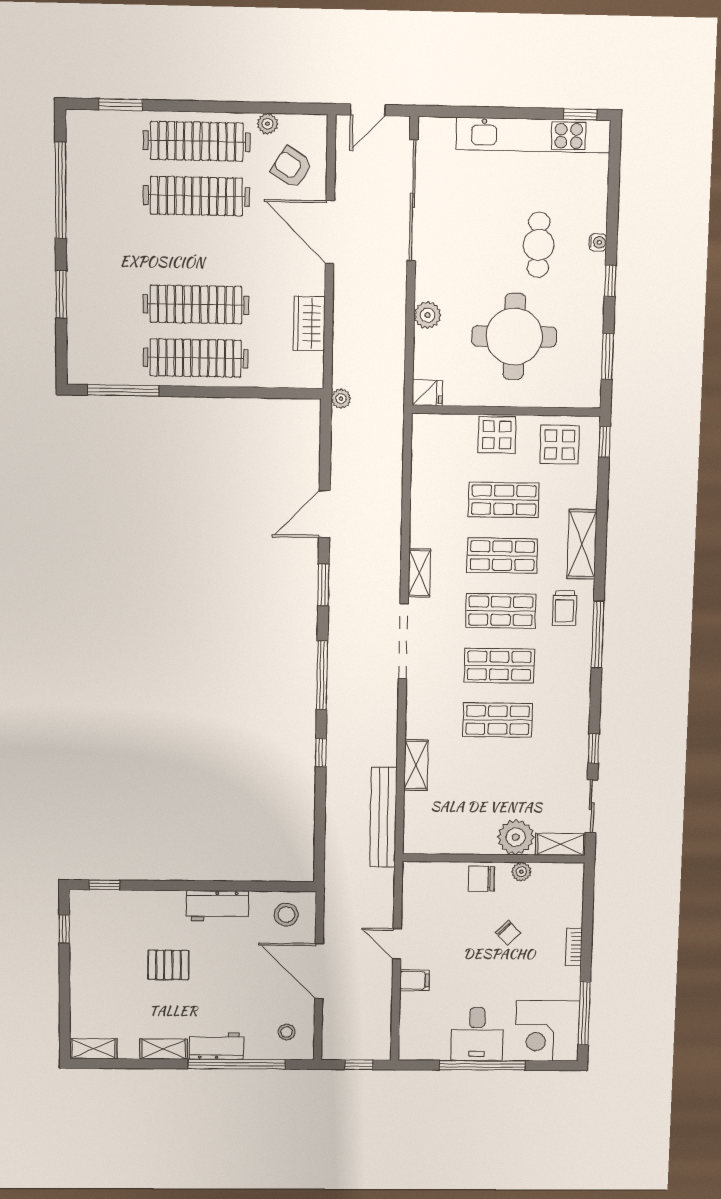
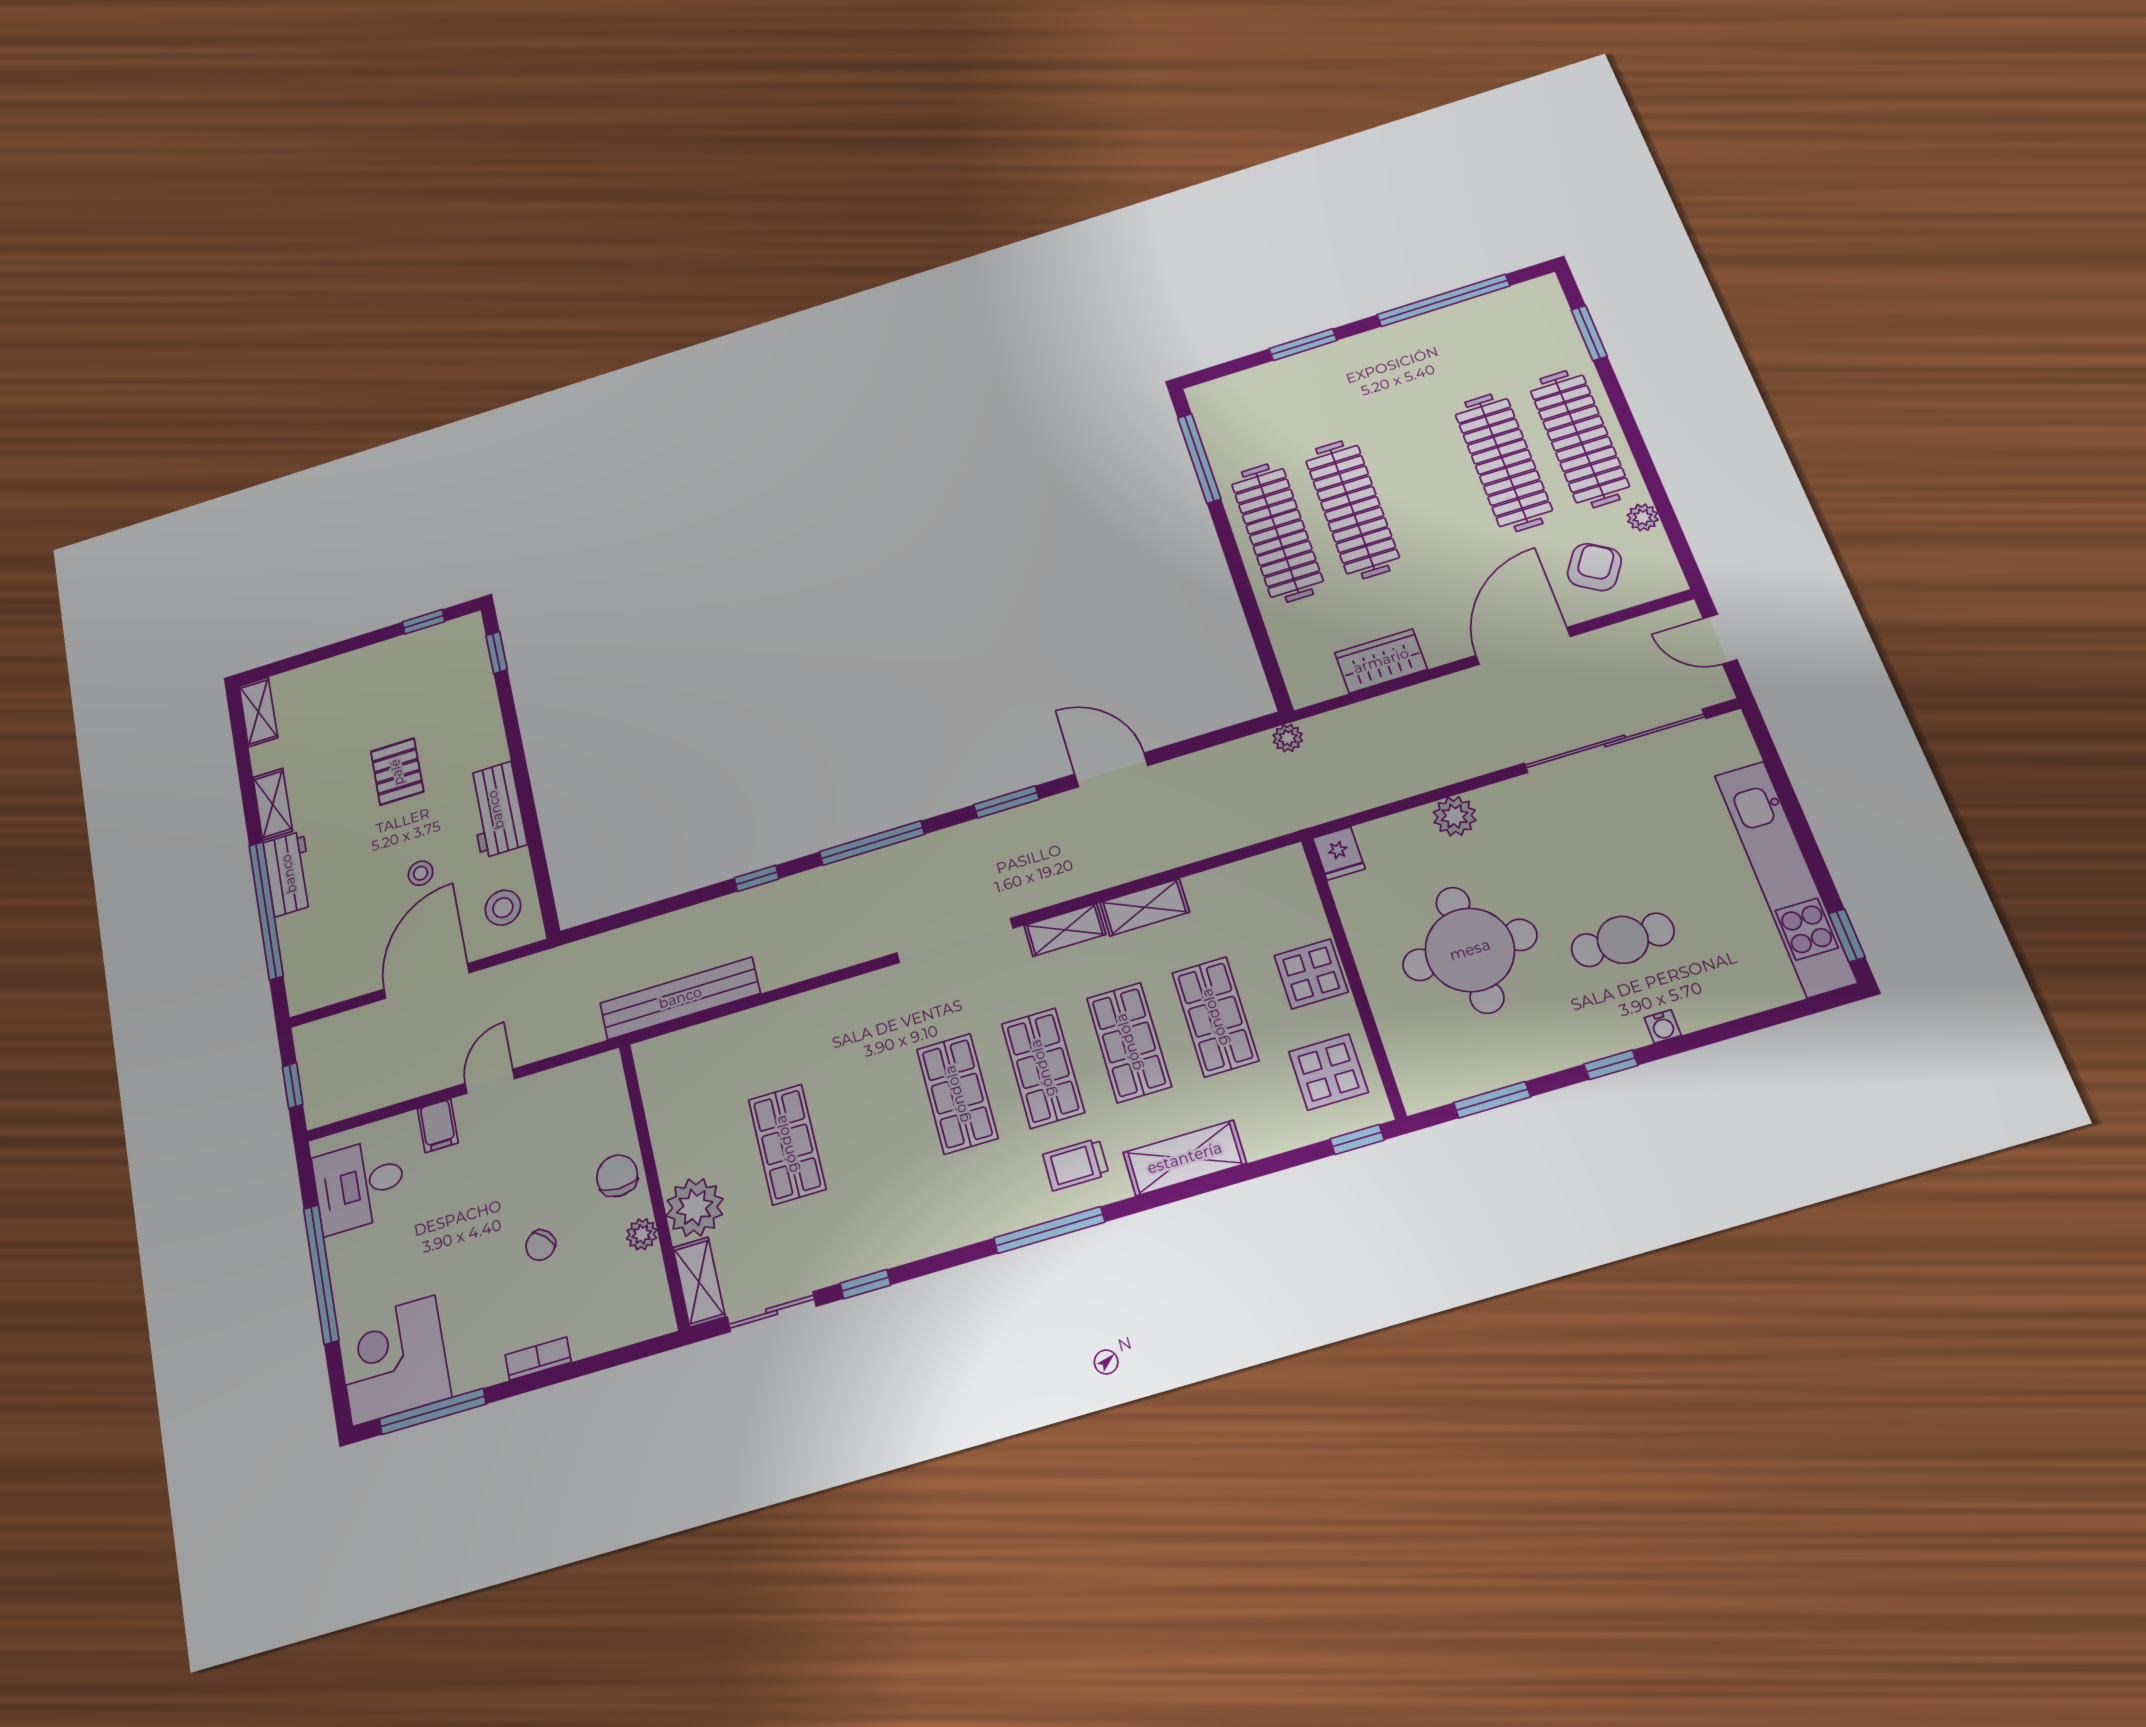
shop shelf: (498, 720) -> (787, 1144), moved
shelving: (416, 765) -> (1144, 907), moved
stool: (287, 1032) -> (421, 873), moved
desk: (477, 1034) -> (359, 1185), moved

